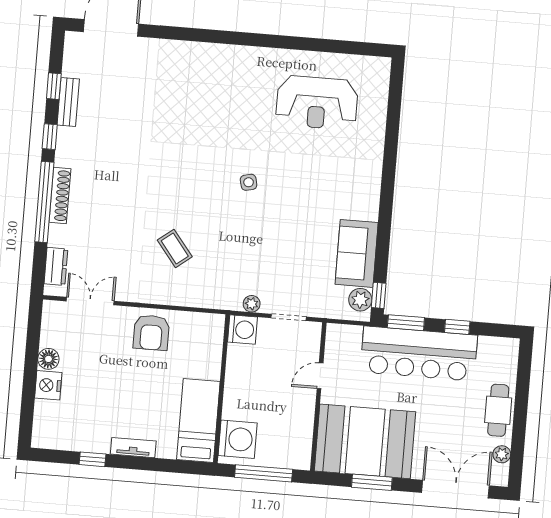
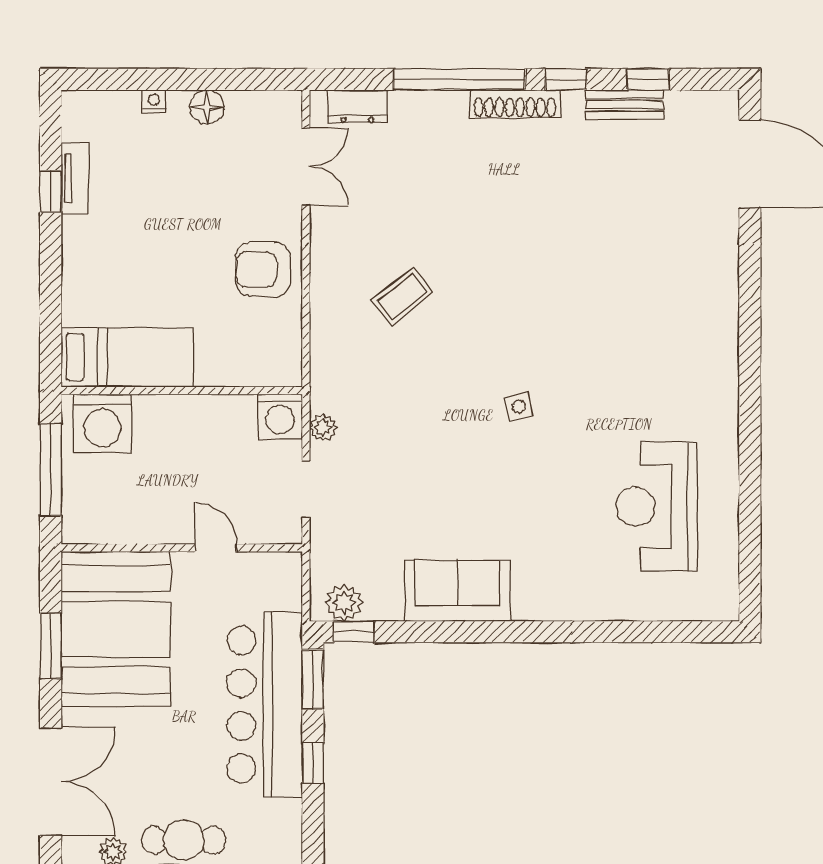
shoe rack: (60, 196) -> (515, 104), moved
sofa: (357, 253) -> (457, 591), moved
nightstand: (48, 385) -> (154, 101), width x0.53, depth x0.56
tv unit: (133, 448) -> (75, 178), moved

